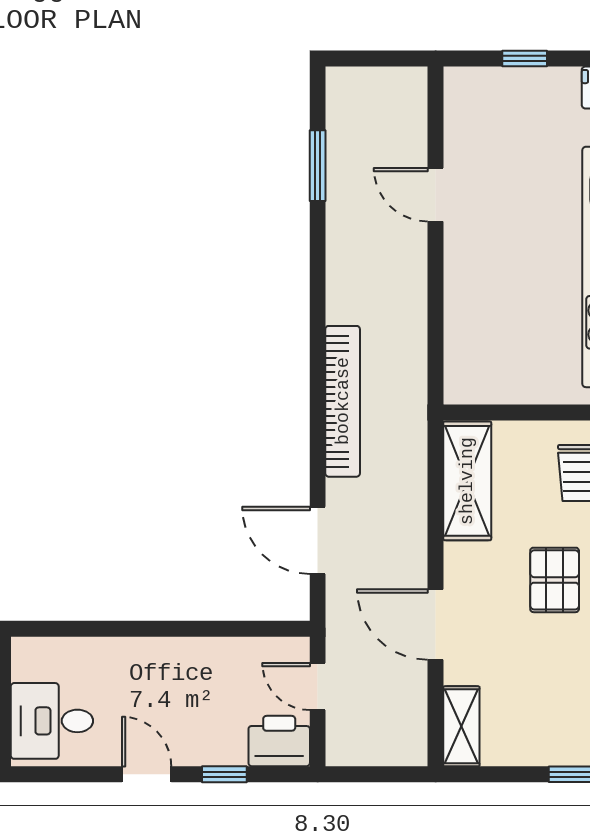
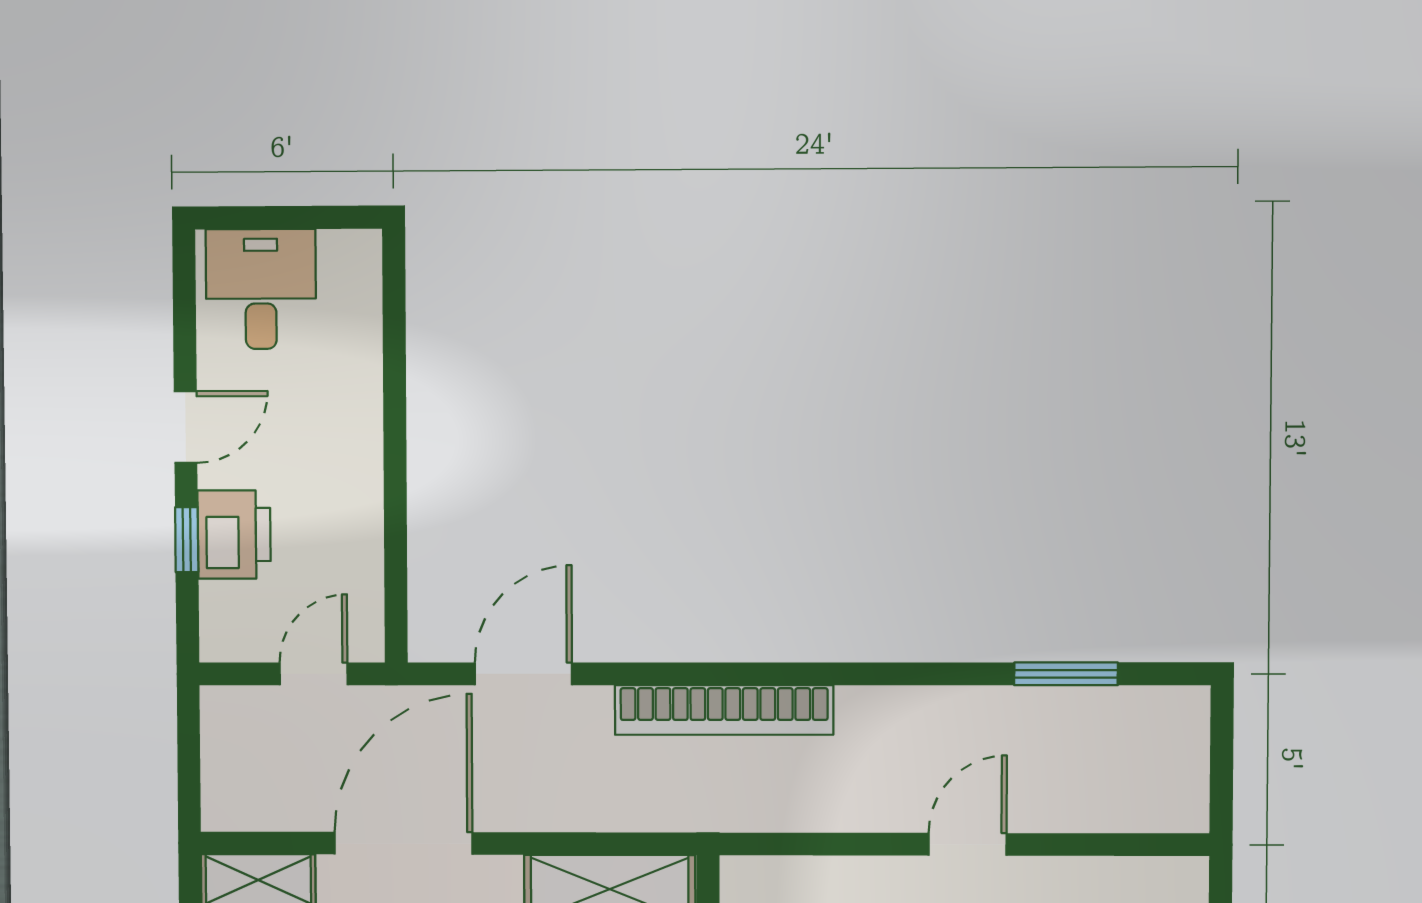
door: (436, 195) -> (968, 844), moved
door: (436, 625) -> (403, 843), width x1.36
printer: (279, 741) -> (234, 535), moved

